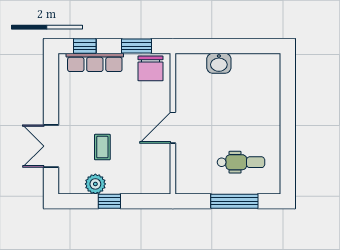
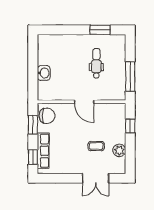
window: (288, 153) -> (100, 30), added
dental chair: (241, 162) -> (96, 63), moved
window: (109, 201) -> (130, 126), moved
window: (234, 201) -> (130, 77), moved

